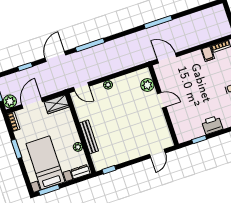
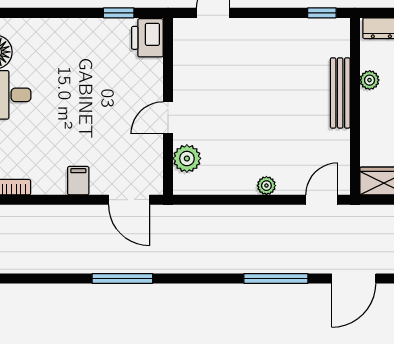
filing cabinet: (208, 54) -> (78, 181), moved
door: (81, 87) -> (322, 200), hinge flipped
door: (162, 100) -> (168, 118), hinge flipped
printer: (212, 125) -> (147, 38), moved, turned 90

